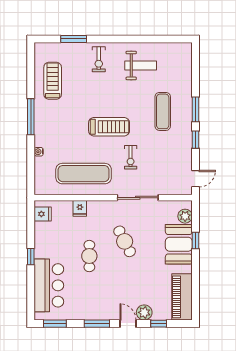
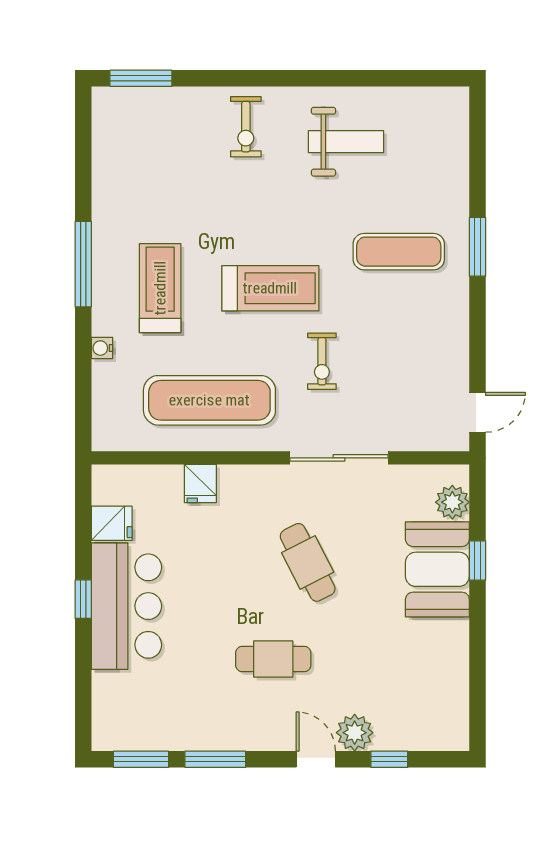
window: (74, 39) -> (141, 78), moved
treadmill: (53, 81) -> (160, 288), moved
exercise mat: (163, 111) -> (399, 252), turned 90
window: (196, 140) -> (477, 319), removed
fridge: (43, 214) -> (112, 523), moved
cafe table: (89, 256) -> (273, 659), moved, turned 90
bar counter: (49, 285) -> (126, 606), moved
piano: (182, 297) -> (445, 695), removed
window: (97, 324) -> (215, 759), moved

